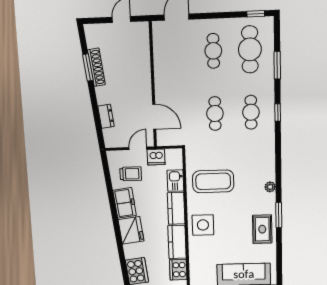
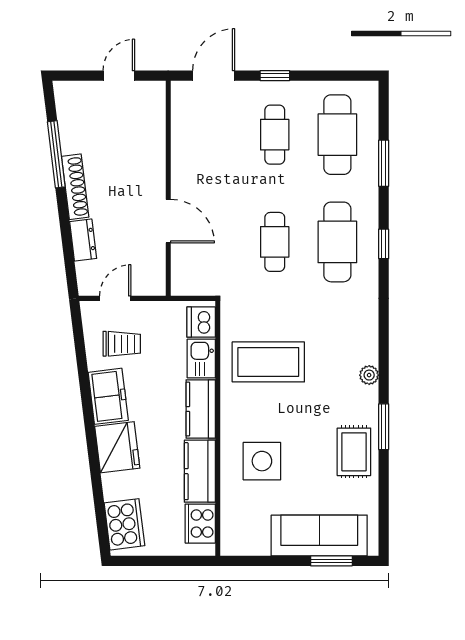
window: (256, 14) -> (275, 76), moved
window: (88, 67) -> (56, 154), width x1.44
shoe rack: (96, 67) -> (75, 187), moved
cafe table: (251, 112) -> (337, 242), width x1.37, depth x1.35
door: (154, 117) -> (168, 221), moved
door: (138, 148) -> (115, 298), moved
dishwasher: (156, 157) -> (201, 322), moved, turned 90
side table: (203, 225) -> (262, 461), moved

